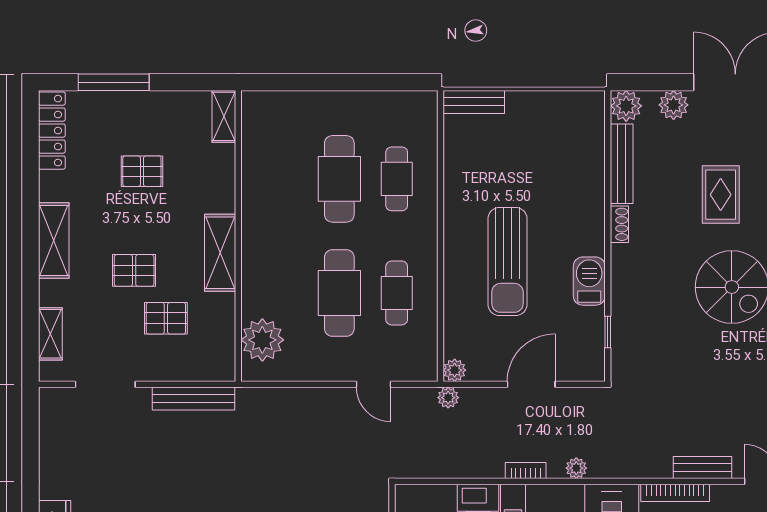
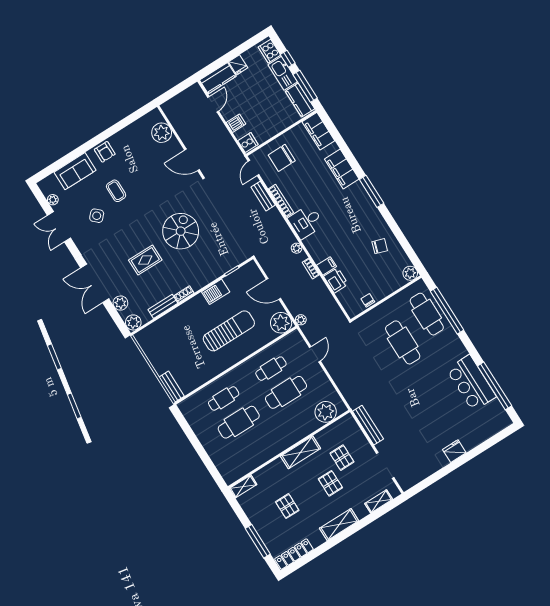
bench: (622, 164) -> (163, 306), width x0.73
plant: (455, 370) -> (281, 323), width x1.88, depth x1.88

